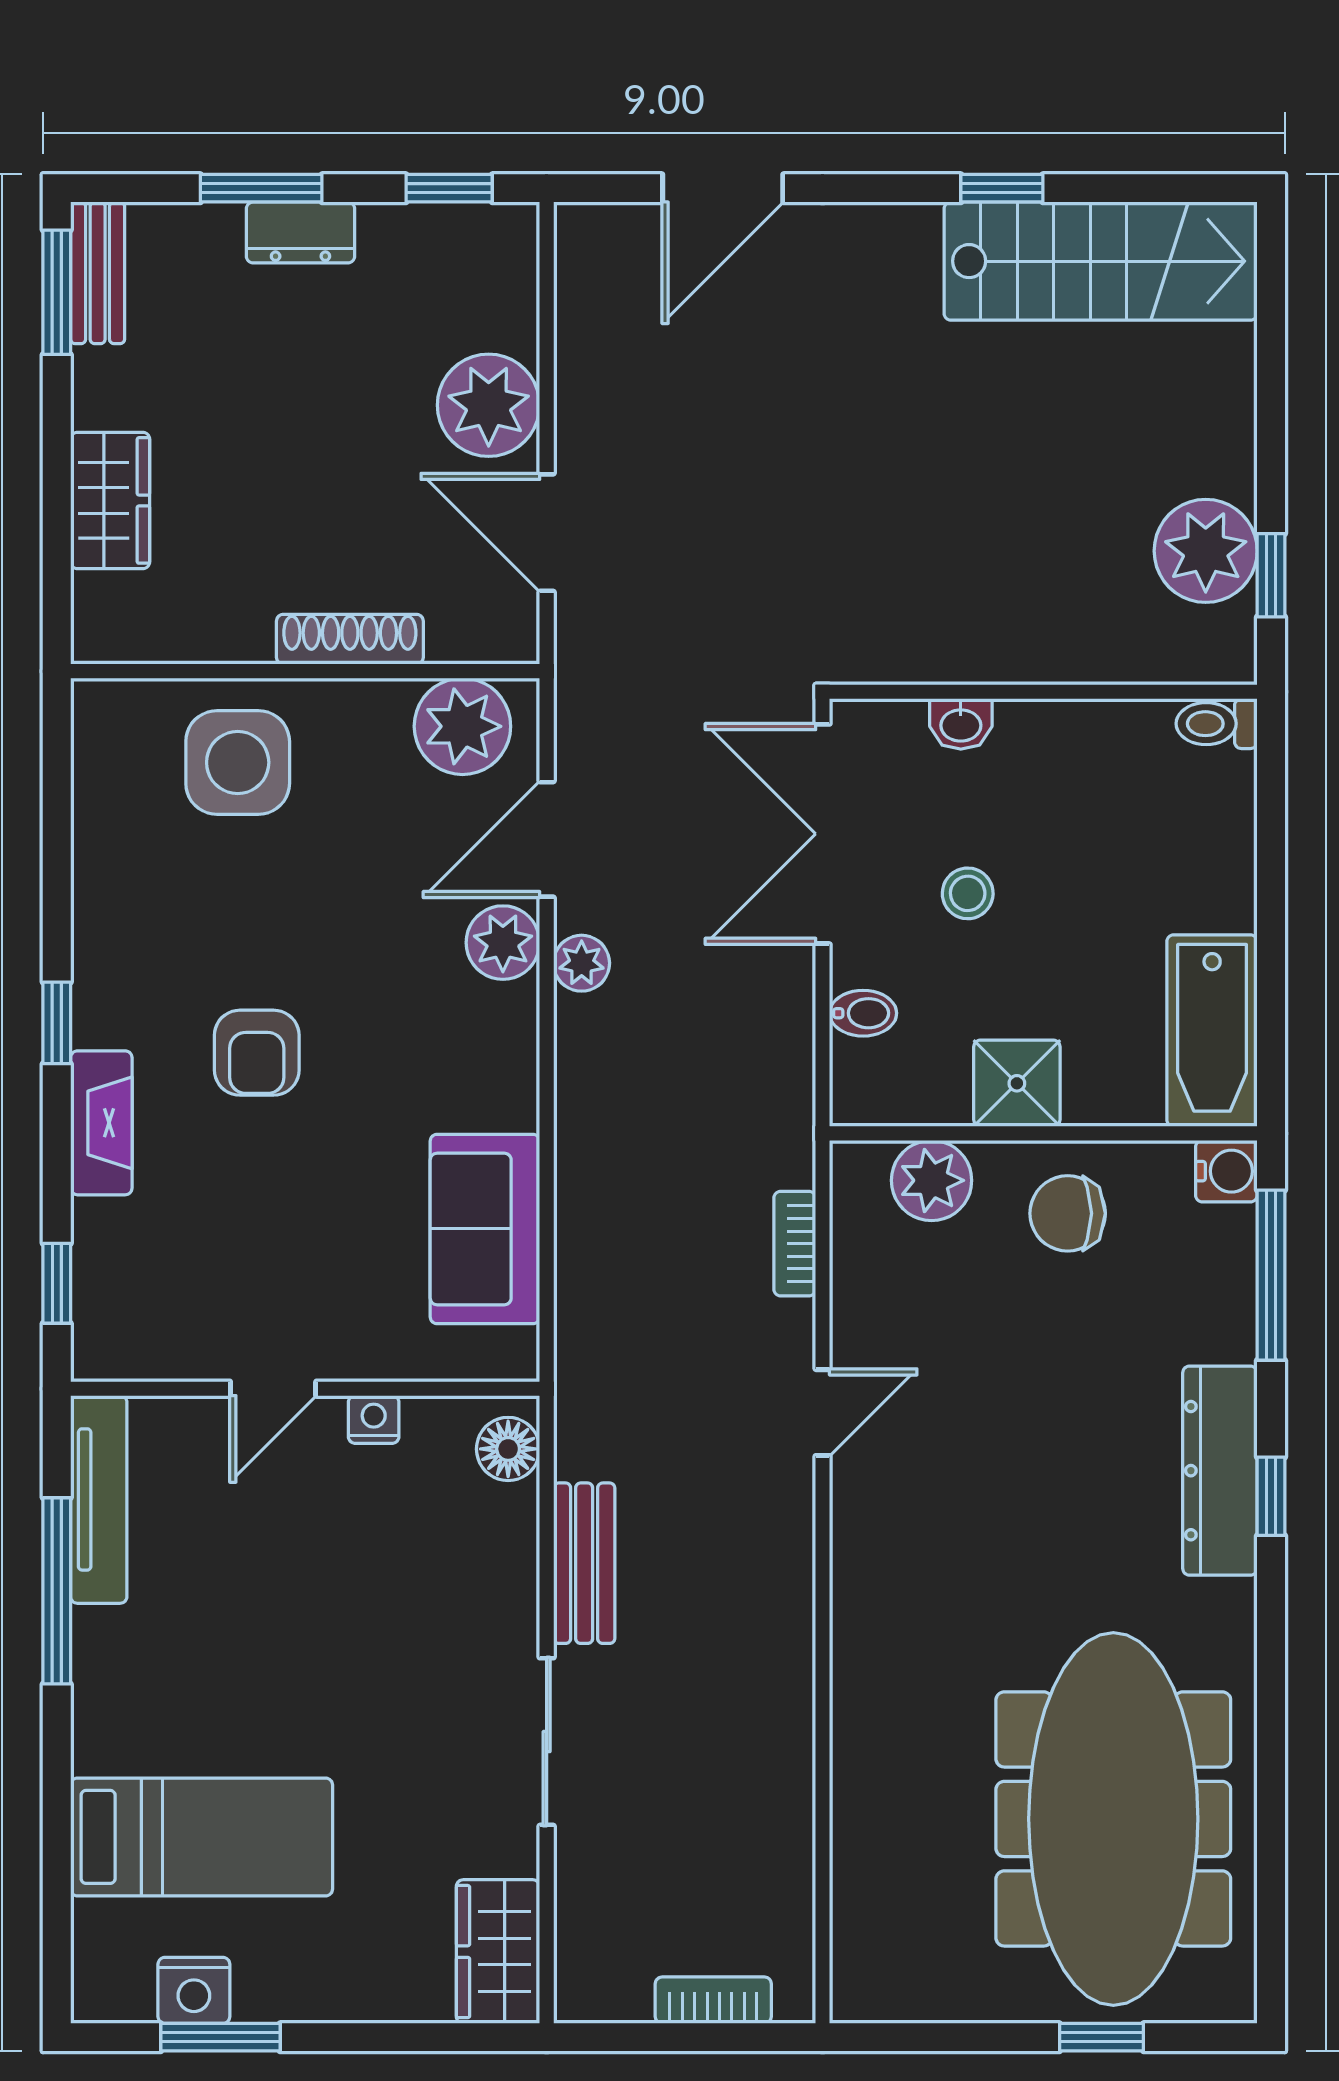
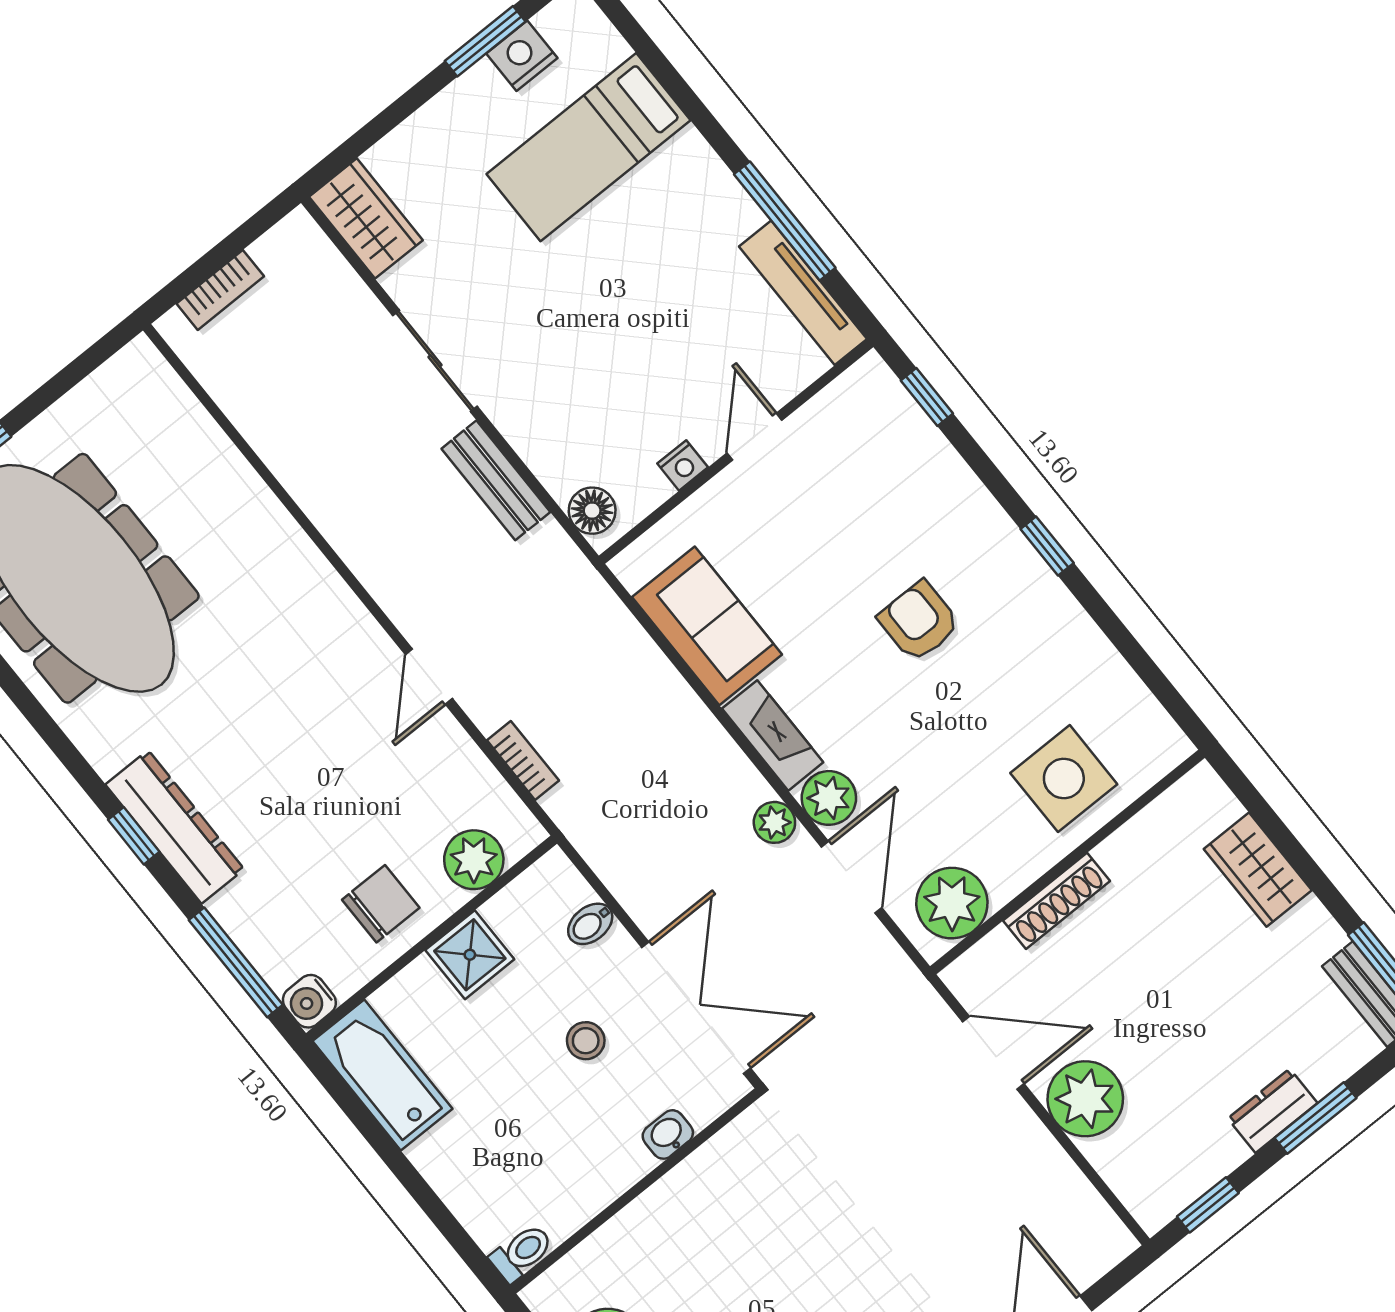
fireplace: (101, 1123) -> (773, 735), moved, turned 180

